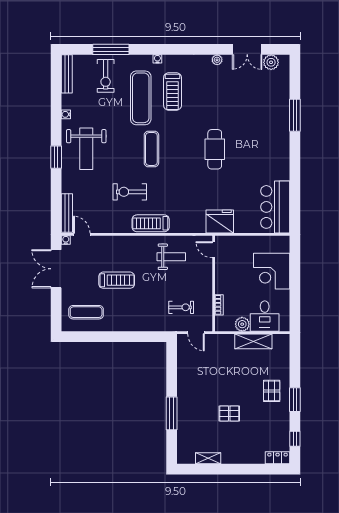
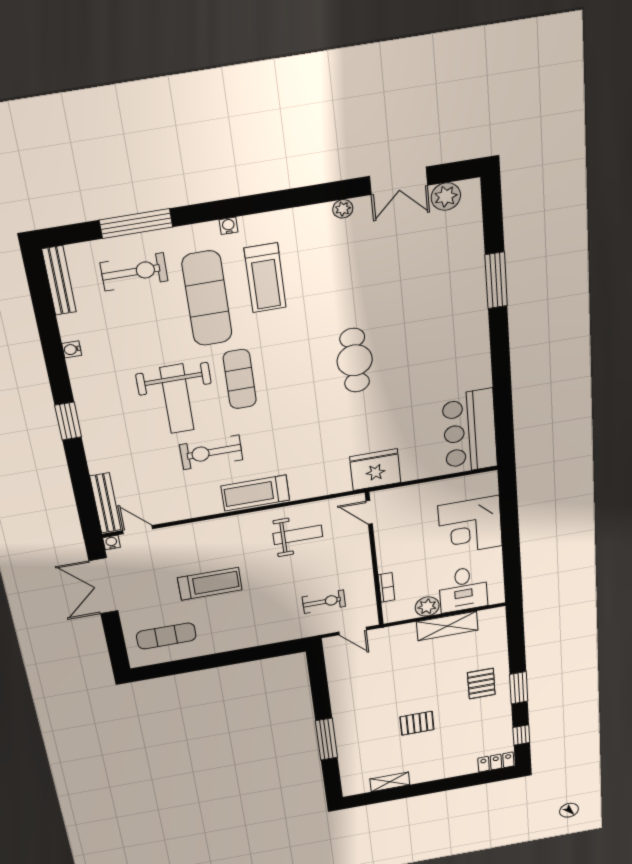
exercise bike: (106, 76) -> (134, 272), turned -90
weight bench: (86, 149) -> (177, 399), moved

